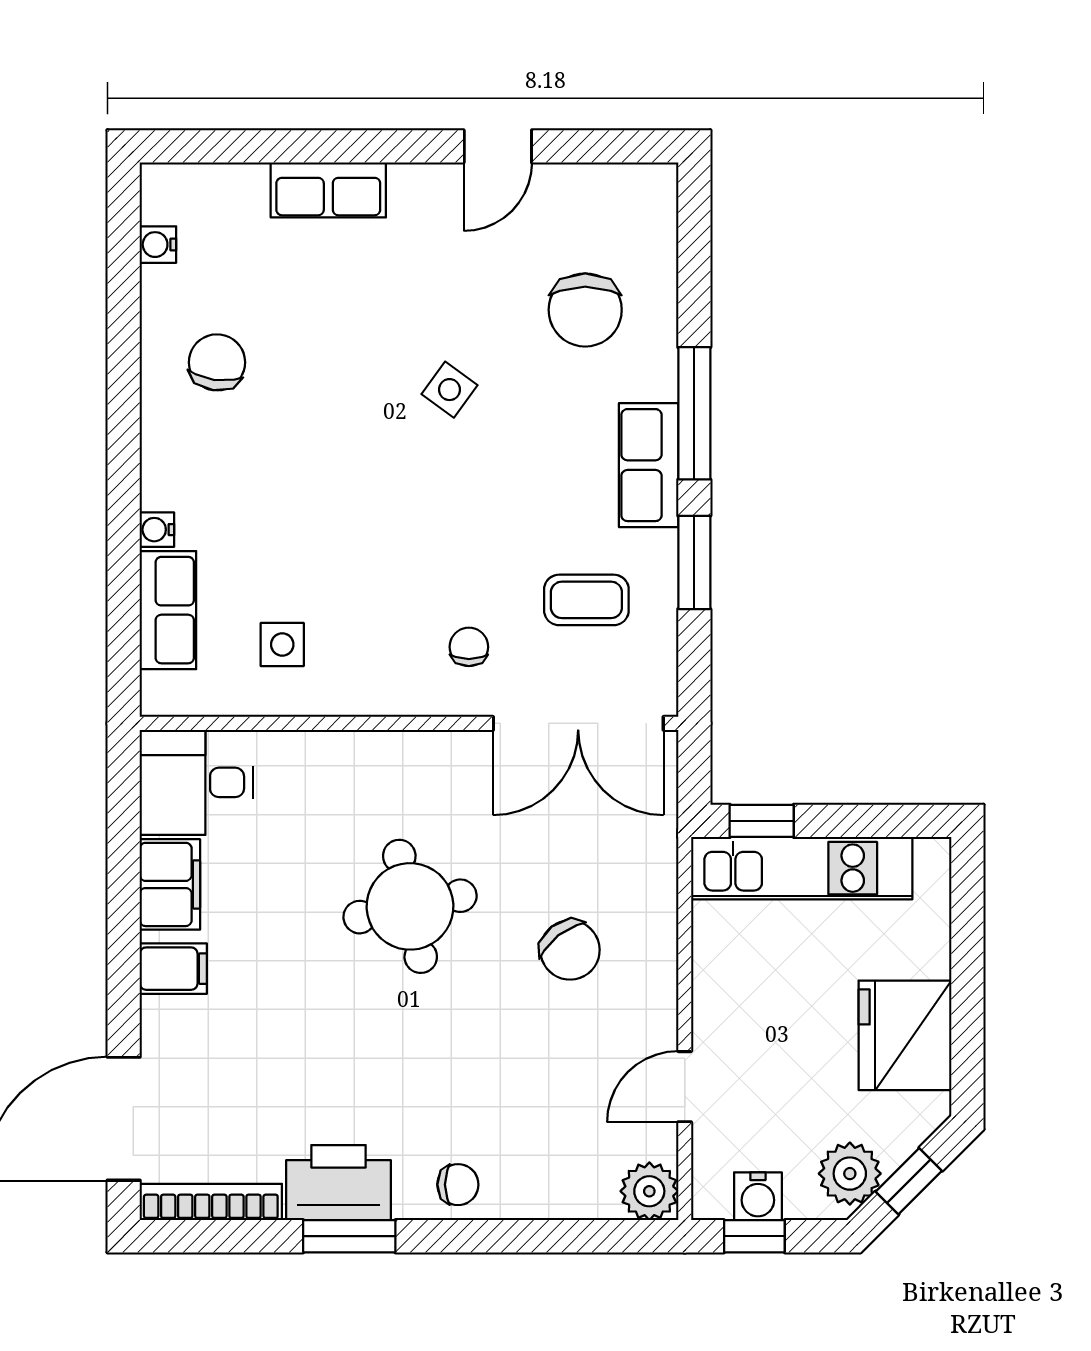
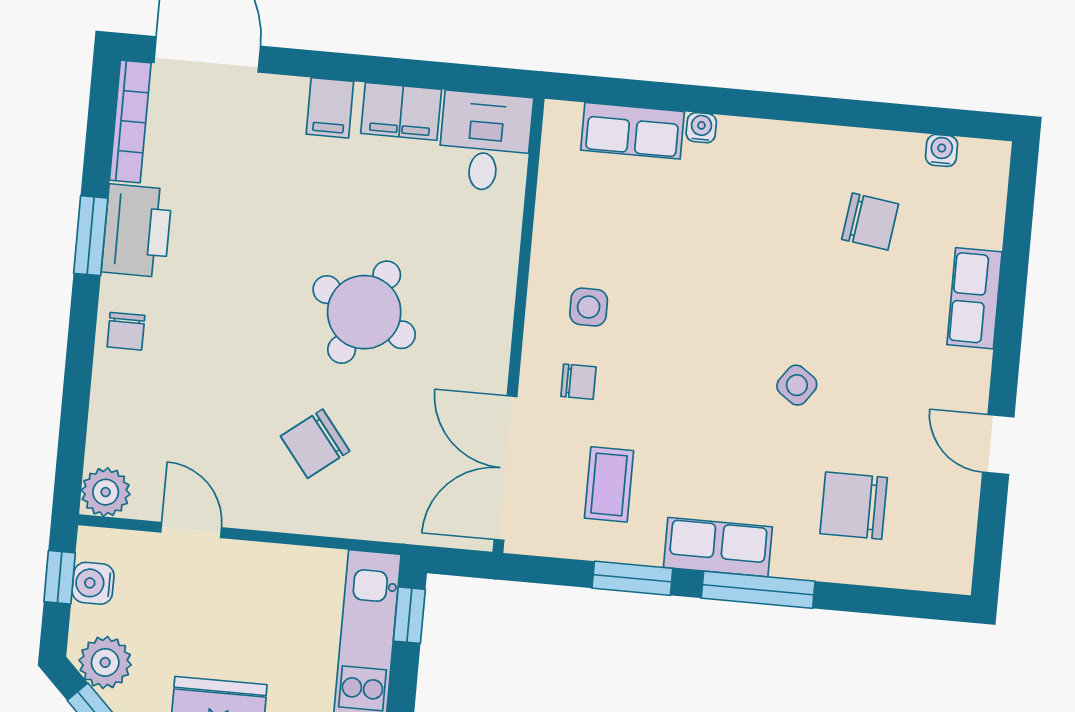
chair: (217, 362) -> (870, 222), moved
side table: (282, 645) -> (589, 307), moved
round table: (410, 906) -> (364, 312), turned 38

